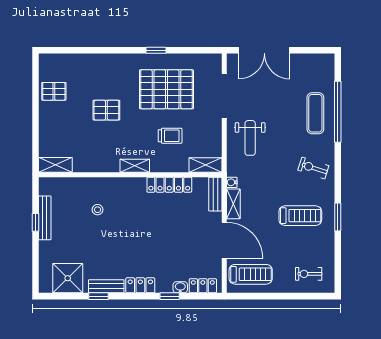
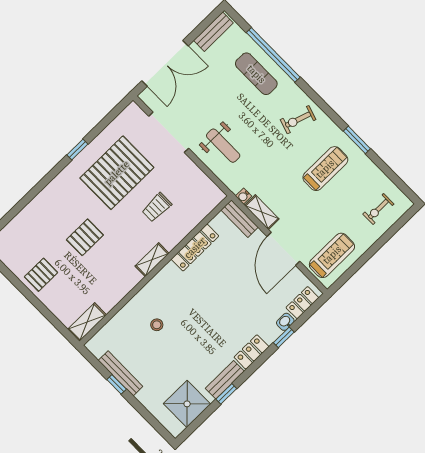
bench: (314, 60) -> (213, 32), added
pallet: (54, 91) -> (41, 275), moved
trolley: (170, 136) -> (157, 207), turned 180
shelving: (206, 165) -> (209, 203), removed
door: (224, 240) -> (283, 249), swing flipped

